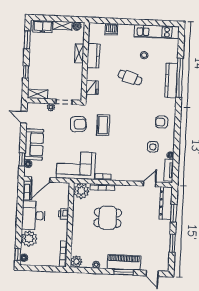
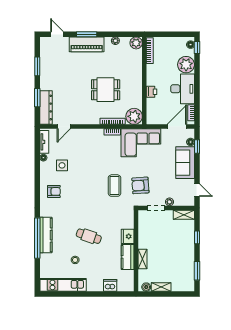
freezer: (43, 27) -> (182, 285), removed
fridge: (92, 88) -> (128, 236), moved

